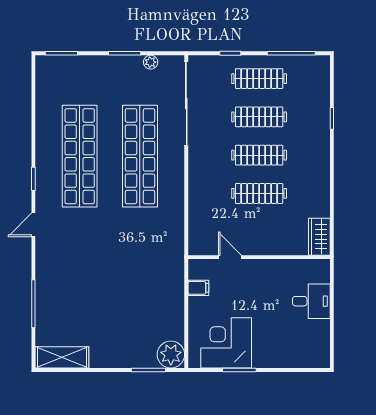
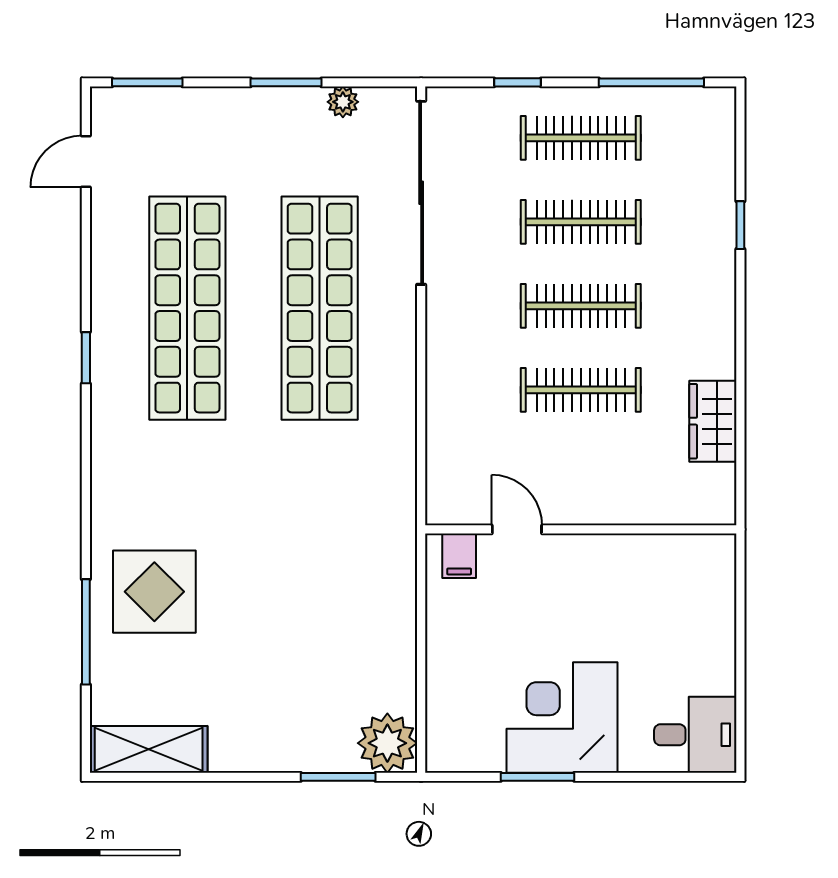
door: (33, 225) -> (86, 162), moved
wardrobe: (319, 237) -> (713, 421), moved
display table: (65, 286) -> (154, 592), added
filing cabinet: (198, 288) -> (459, 556), moved, turned 90
desk: (311, 301) -> (695, 735), moved
corner desk: (226, 343) -> (562, 718), moved

